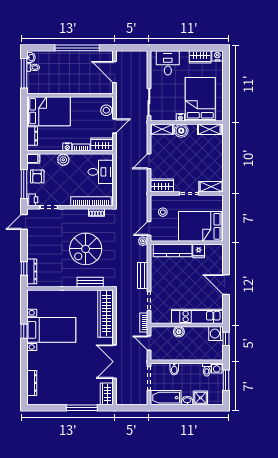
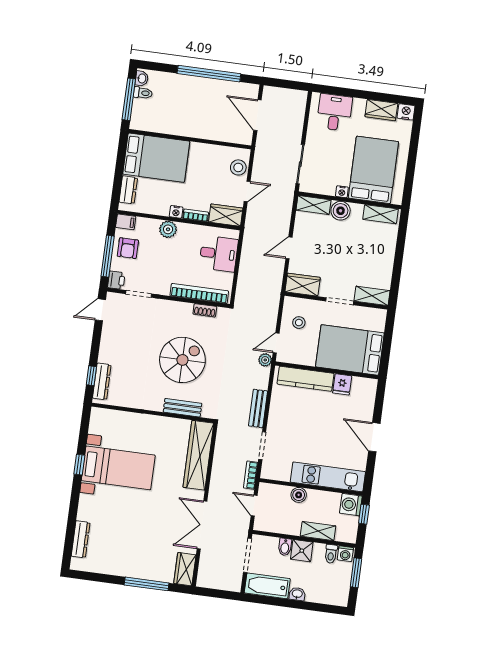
spiral stairs: (86, 249) -> (182, 360), turned 180
shelving: (196, 355) -> (318, 531), added
shower: (200, 398) -> (302, 551), moved

